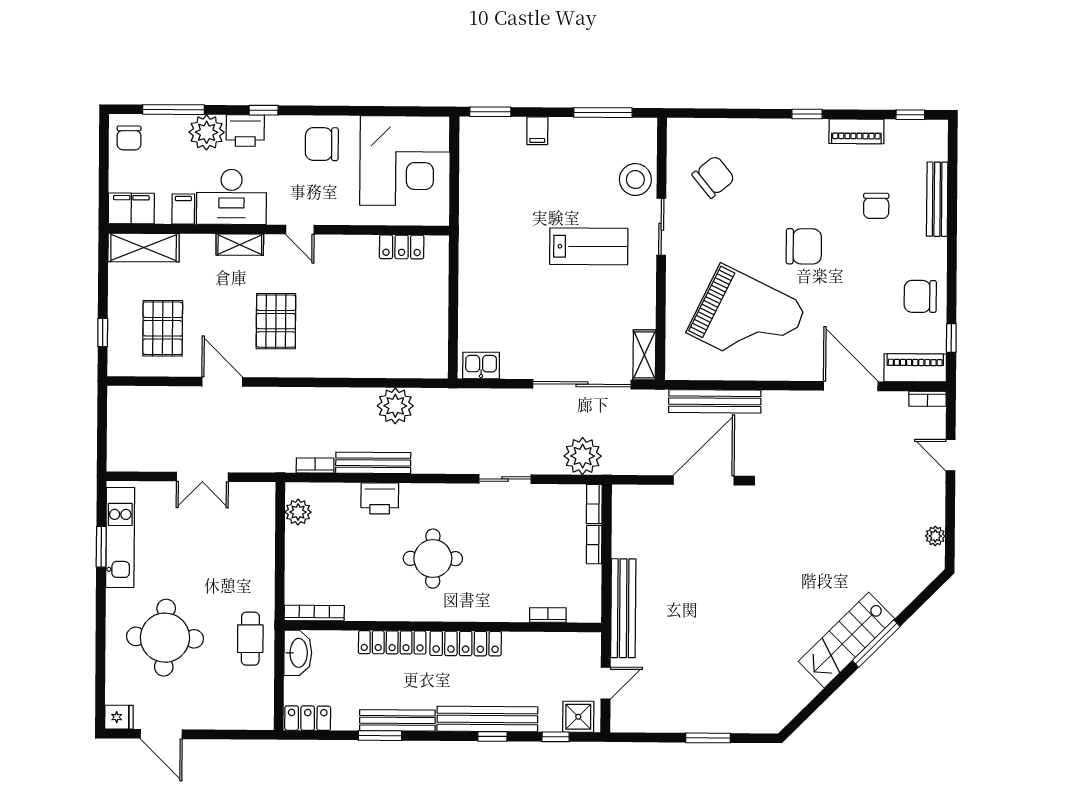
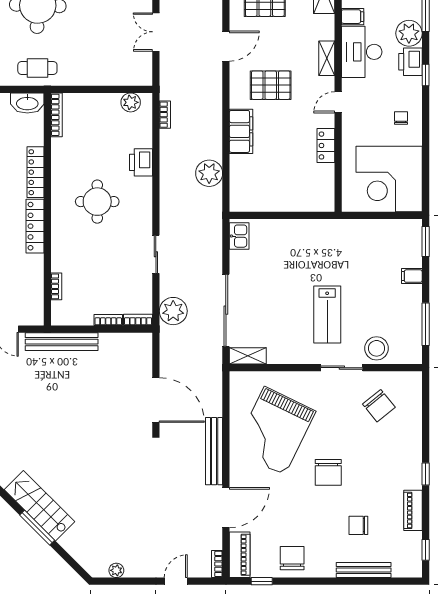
chair: (322, 144) -> (401, 118), width x0.54, depth x0.54
locker: (402, 247) -> (326, 146), moved
filing cabinet: (339, 362) -> (241, 131), added
bench: (715, 401) -> (214, 451), moved
bench: (373, 463) -> (167, 157), removed

